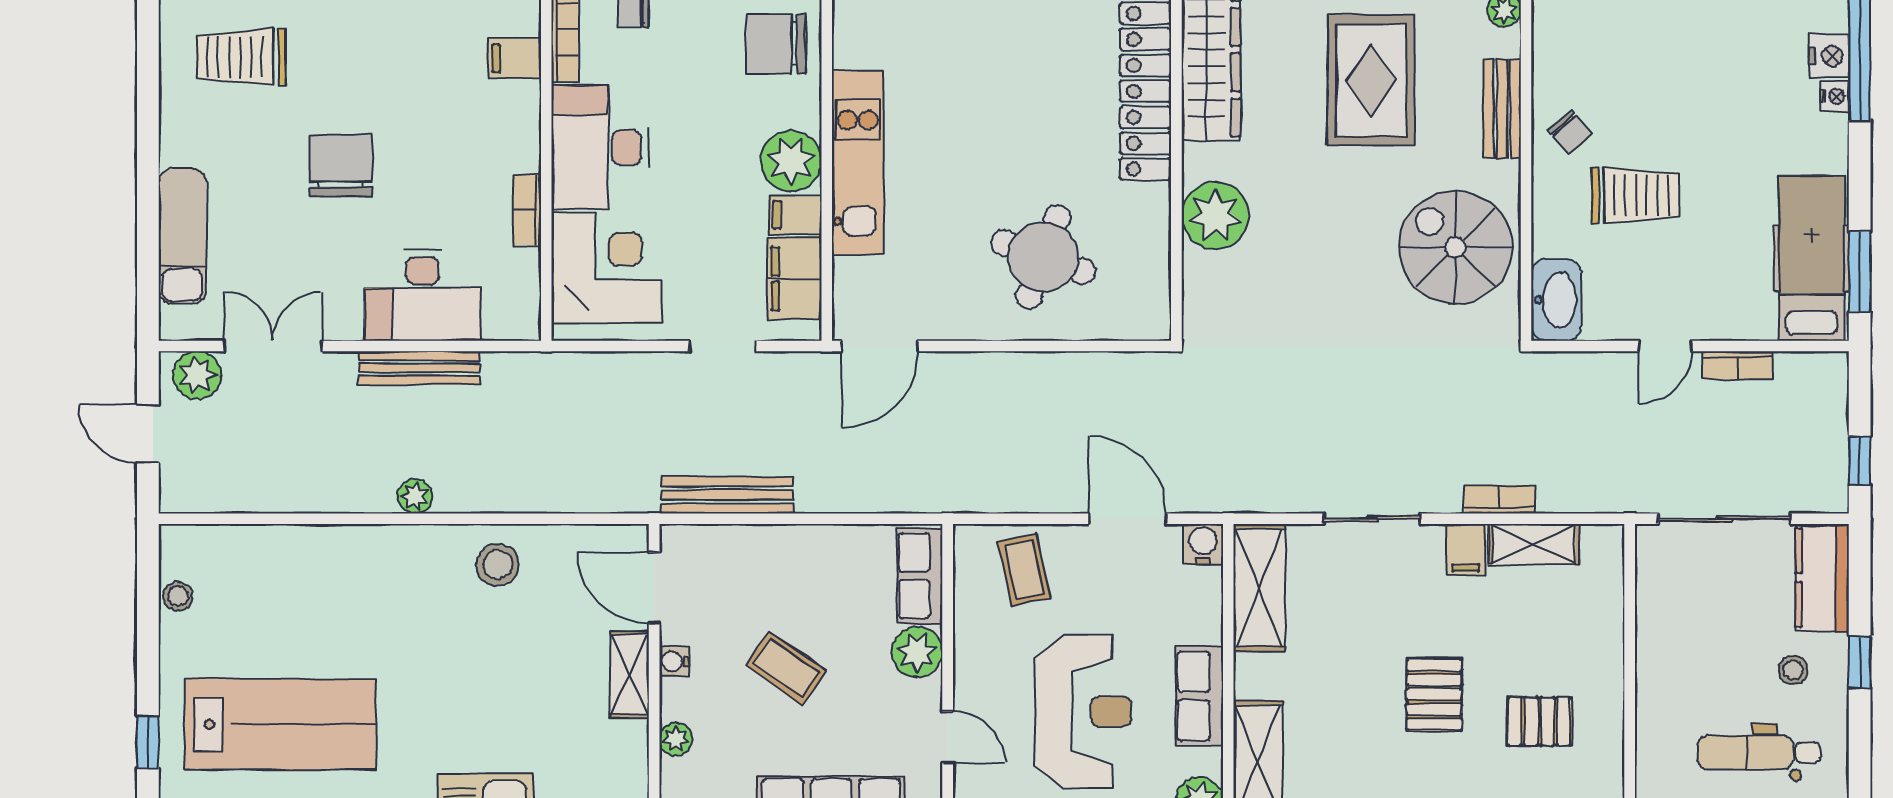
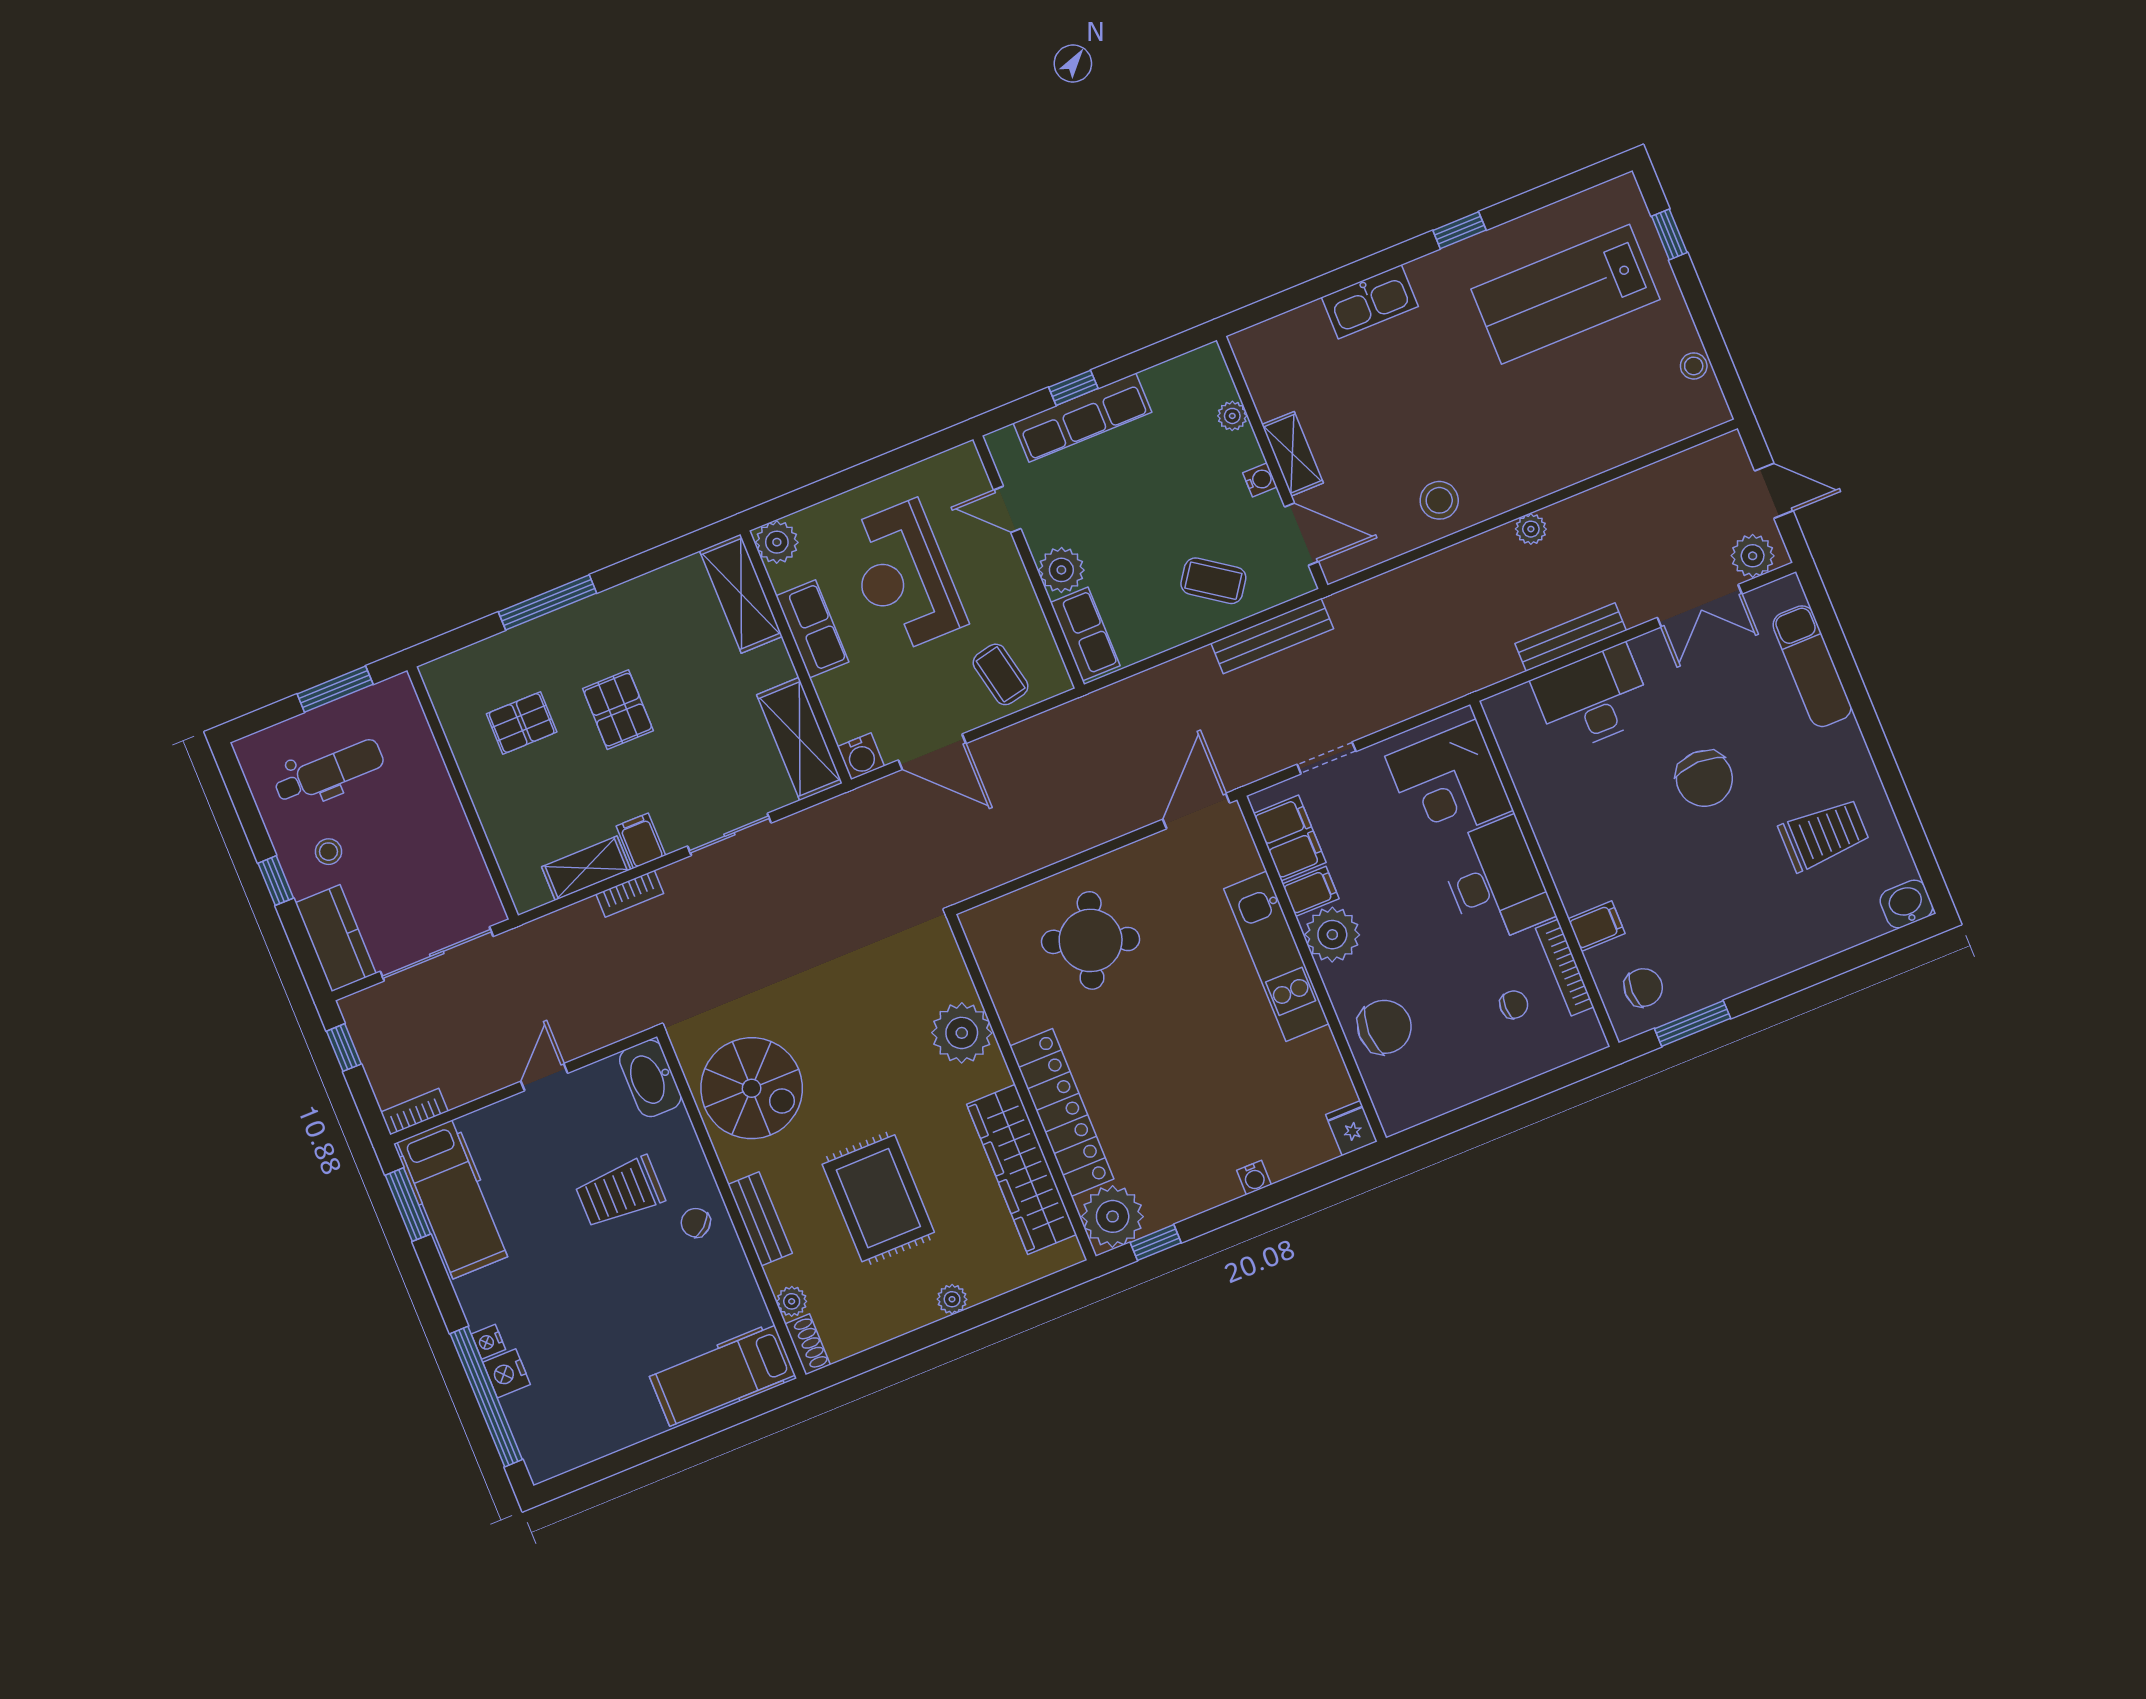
bookcase: (527, 210) -> (1535, 804), removed
bookcase: (1738, 365) -> (414, 1112), moved
coffee table: (786, 668) -> (1213, 581), moved

